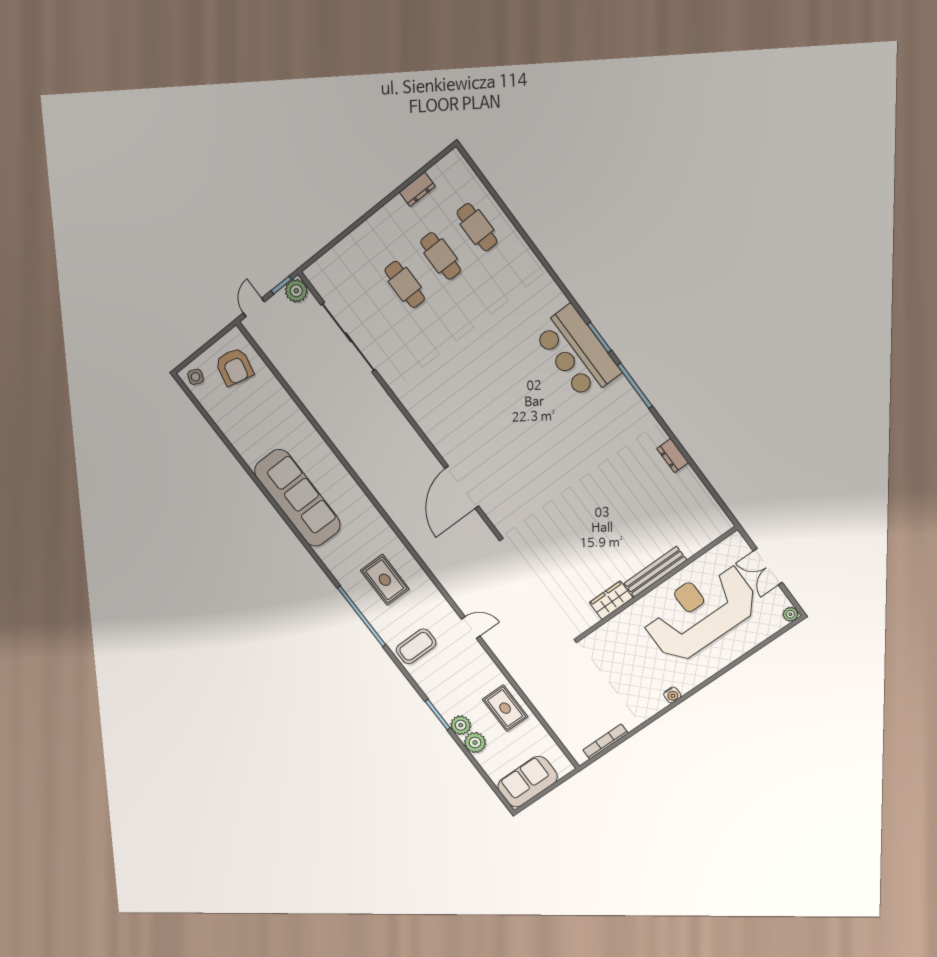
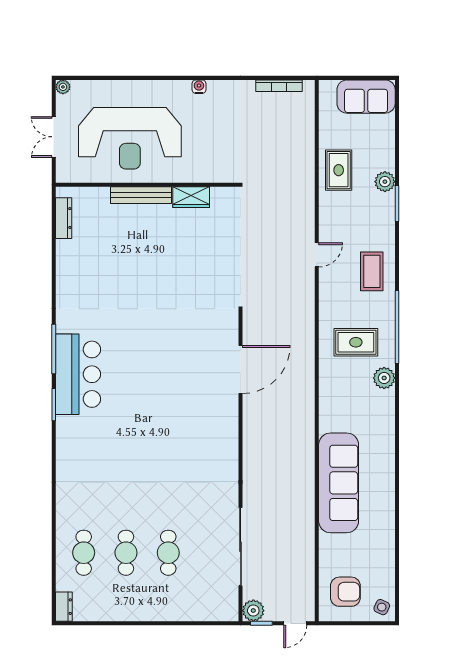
dresser: (417, 189) -> (64, 607), moved, turned 90
bar counter: (577, 352) -> (78, 374), moved
armchair: (234, 367) -> (345, 592), turned 77
dresser: (673, 456) -> (64, 218), moved, width x1.44
sofa: (297, 498) -> (339, 483), moved, turned 180
double door: (768, 567) -> (54, 137), swing flipped
rug: (385, 580) -> (356, 342), turned 90
door: (471, 628) -> (317, 255), swing flipped
coffee table: (416, 646) -> (372, 271), turned 90
plant: (475, 743) -> (384, 378), moved

